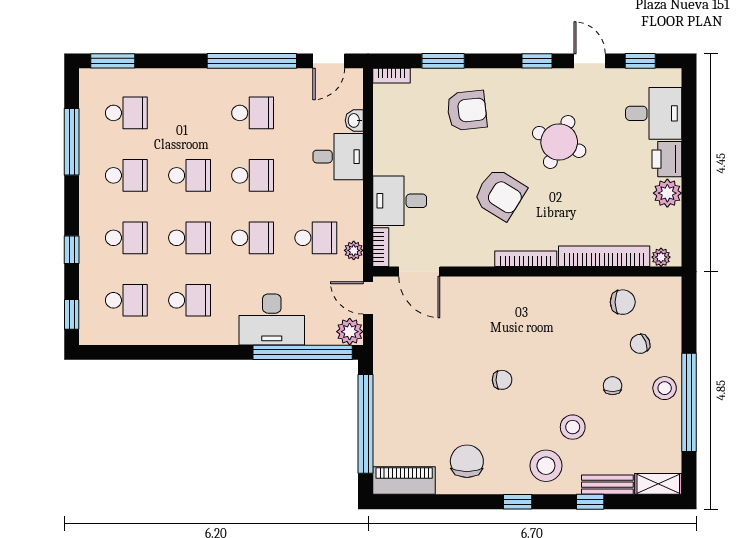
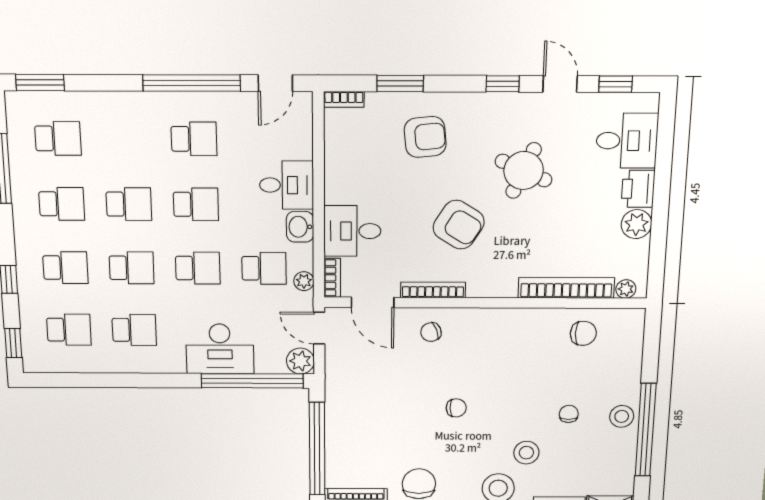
washbasin: (354, 120) -> (300, 227), moved, width x1.38, depth x1.45
bookcase: (526, 259) -> (433, 290), moved
chair: (640, 344) -> (431, 332), moved

